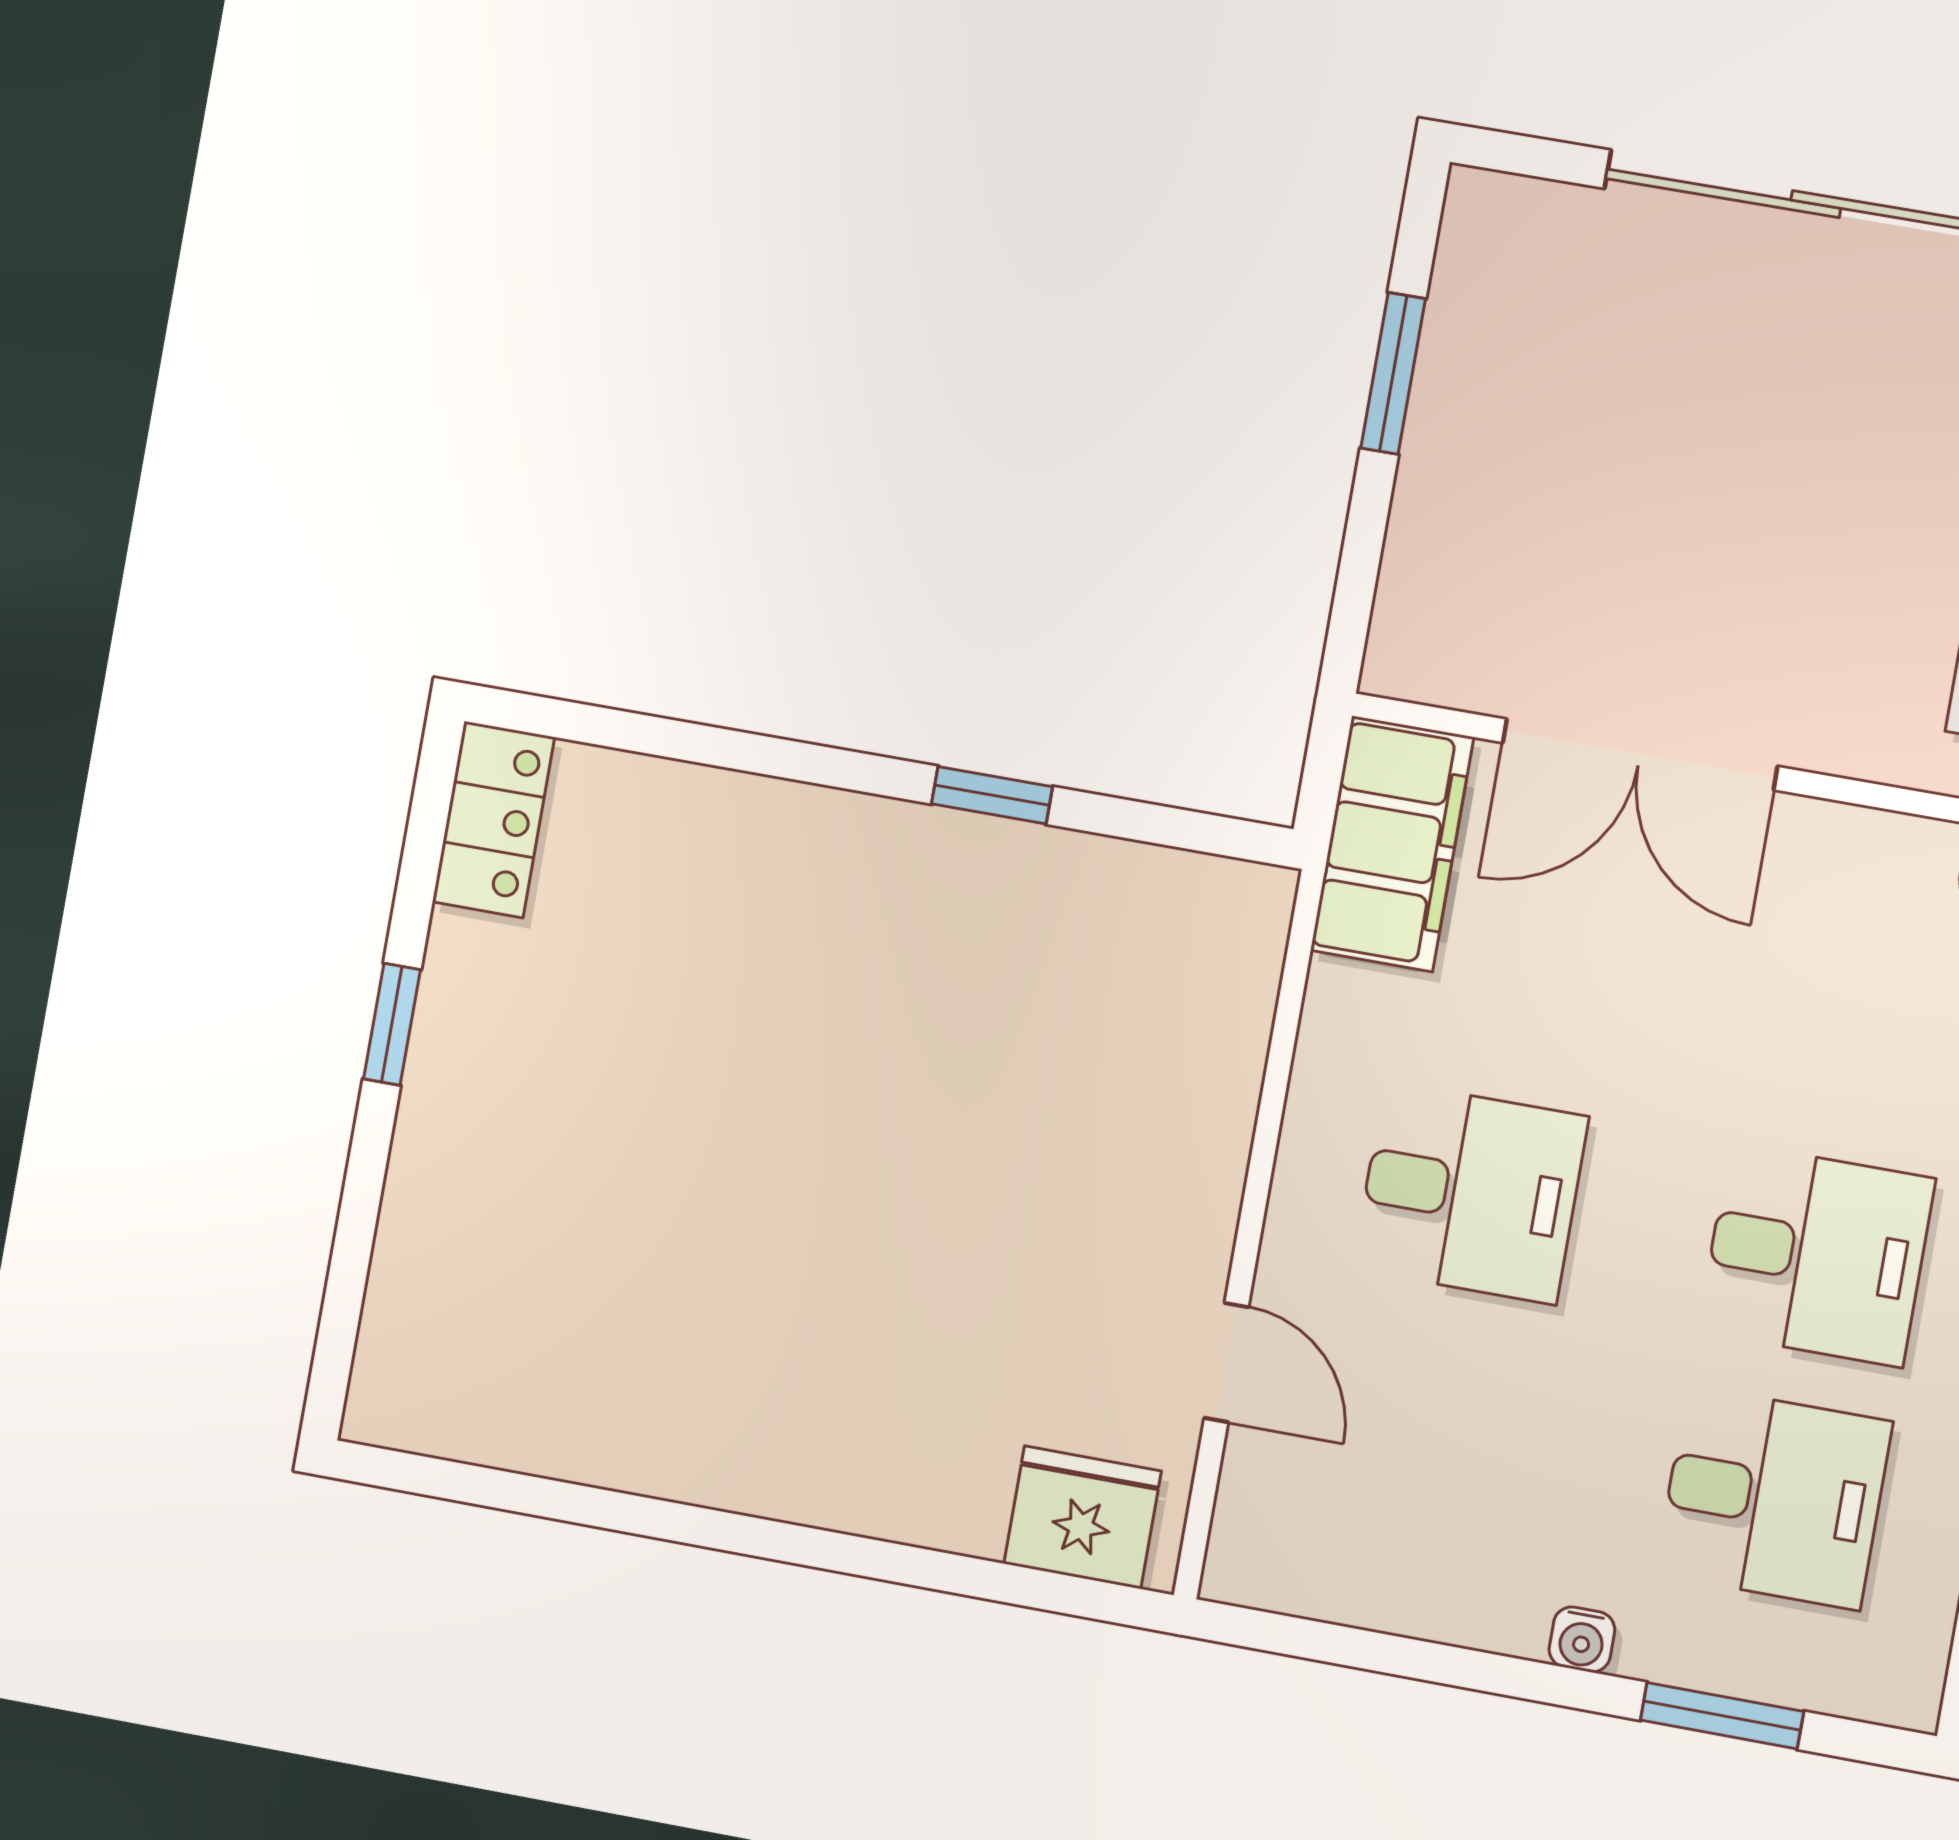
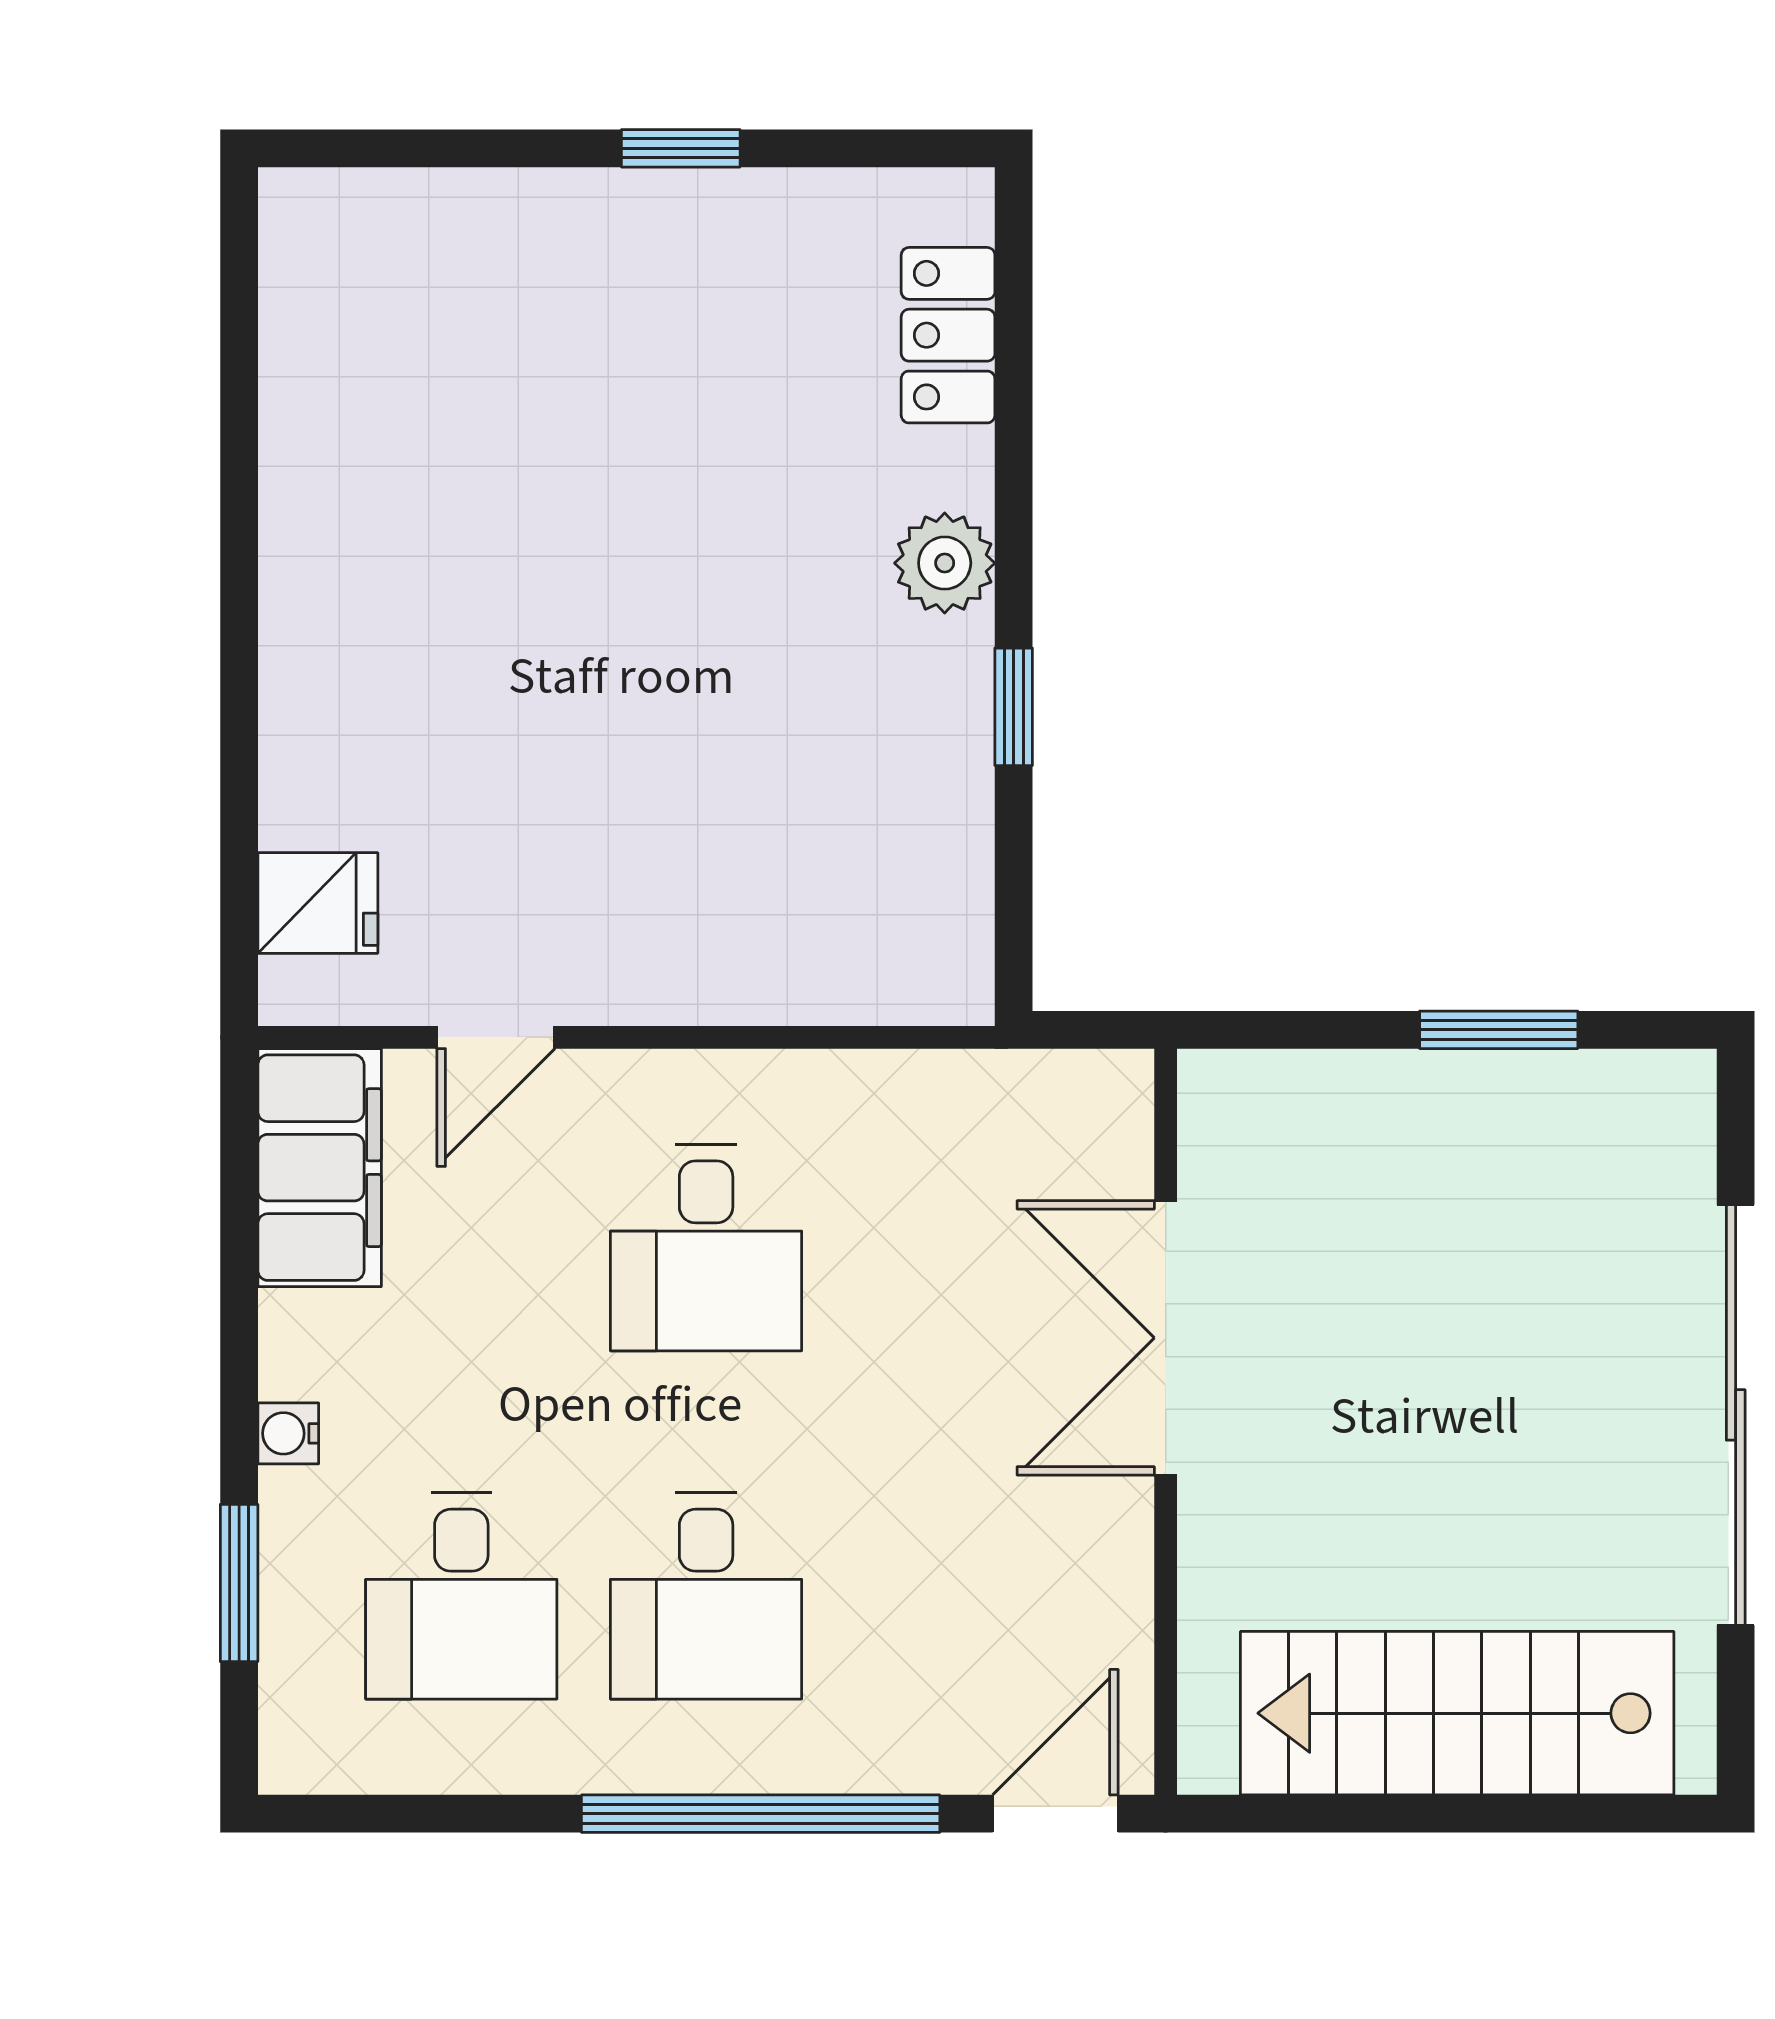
locker: (493, 820) -> (948, 335), moved, turned 90
plant: (840, 838) -> (945, 563), added
filing cabinet: (1392, 844) -> (320, 1168), moved, turned -90
fridge: (1083, 1517) -> (318, 903), width x0.72

